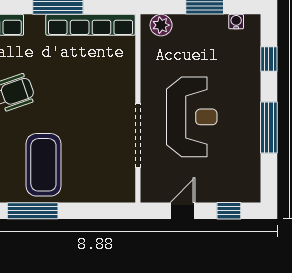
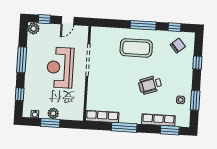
row of seats: (91, 25) -> (102, 117), width x0.73
plant: (161, 25) -> (53, 113), moved
coffee table: (43, 165) -> (136, 48), turned 90
plant: (249, 191) -> (34, 28), added

